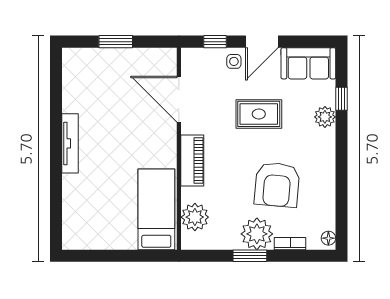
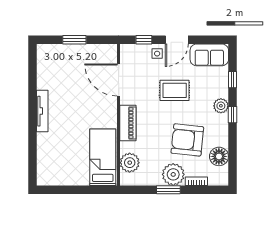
plant: (325, 117) -> (221, 106), moved
window: (341, 149) -> (233, 115), added
armchair: (277, 185) -> (187, 140), turned 91
floor lamp: (328, 238) -> (219, 156), moved, width x1.89, depth x1.89

